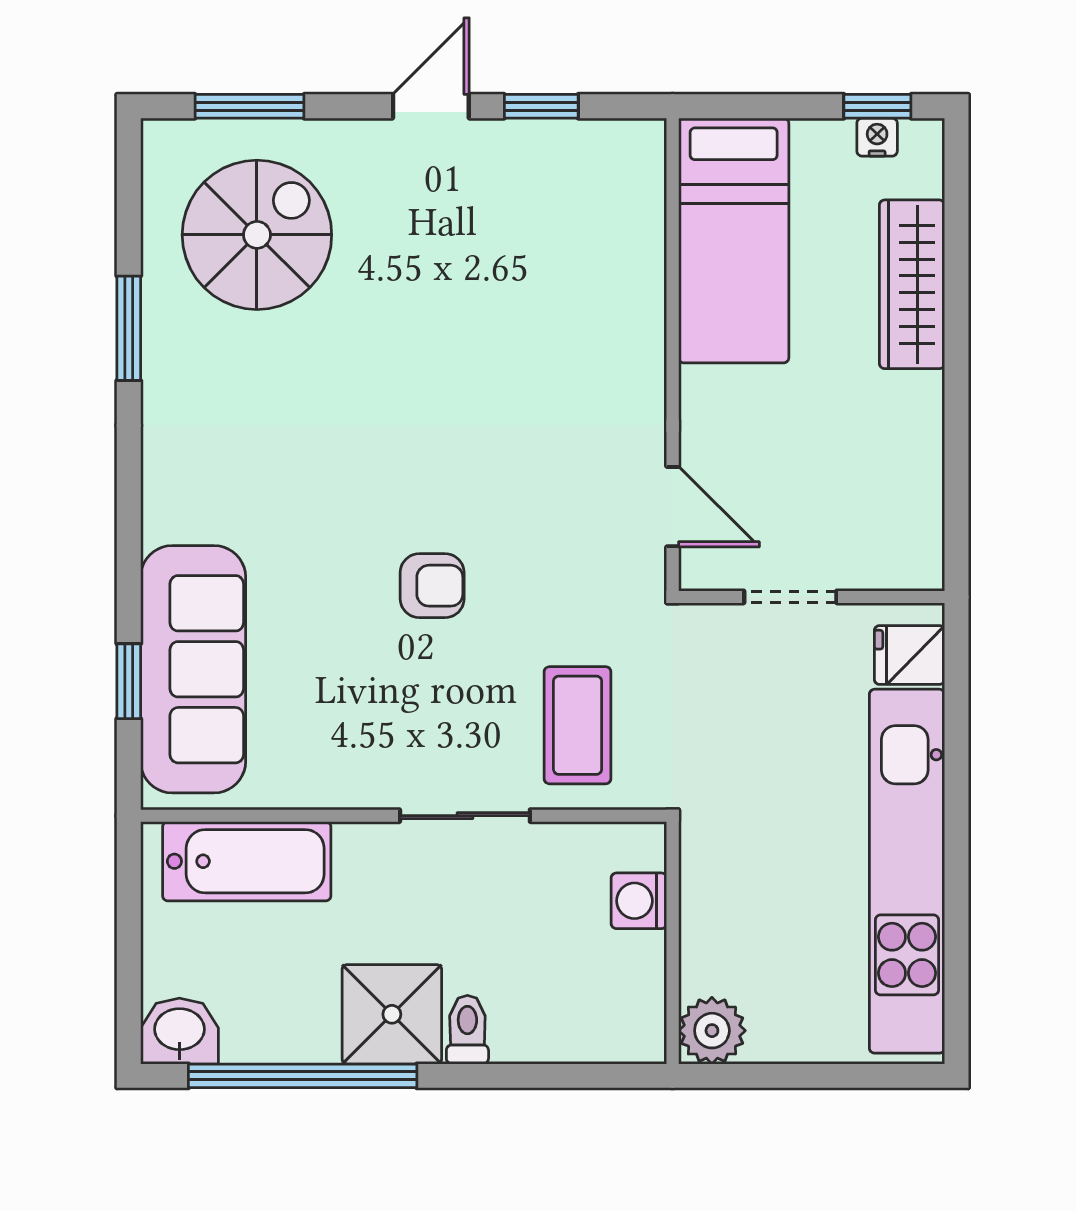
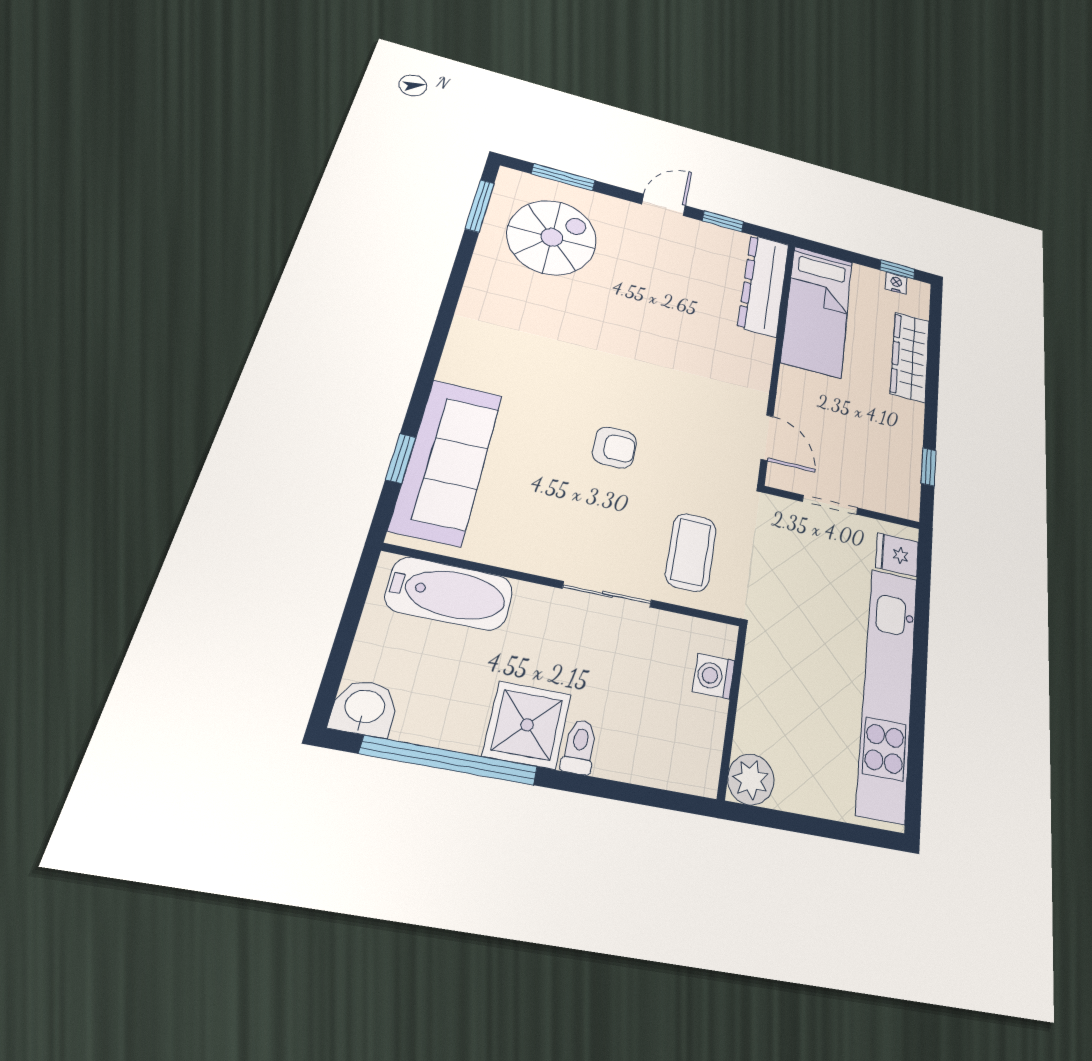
dresser: (631, 217) -> (764, 285), added
window: (129, 328) -> (480, 206), moved
window: (956, 488) -> (929, 467), added

